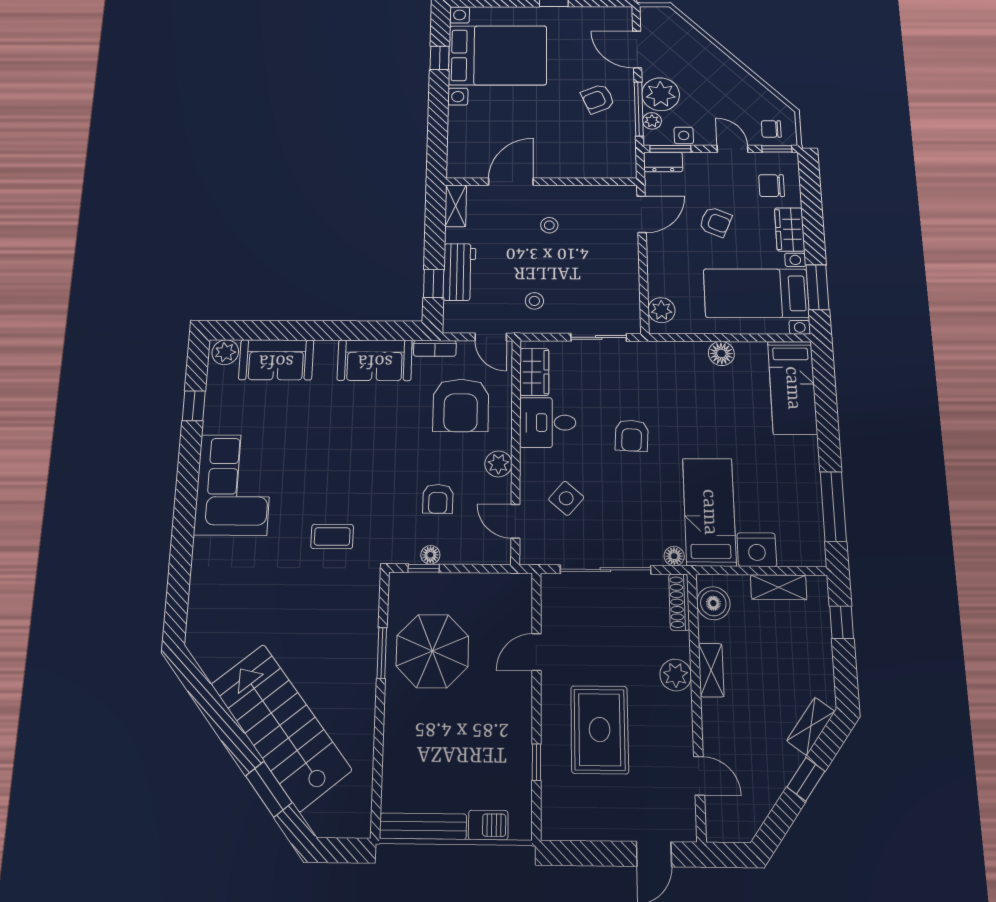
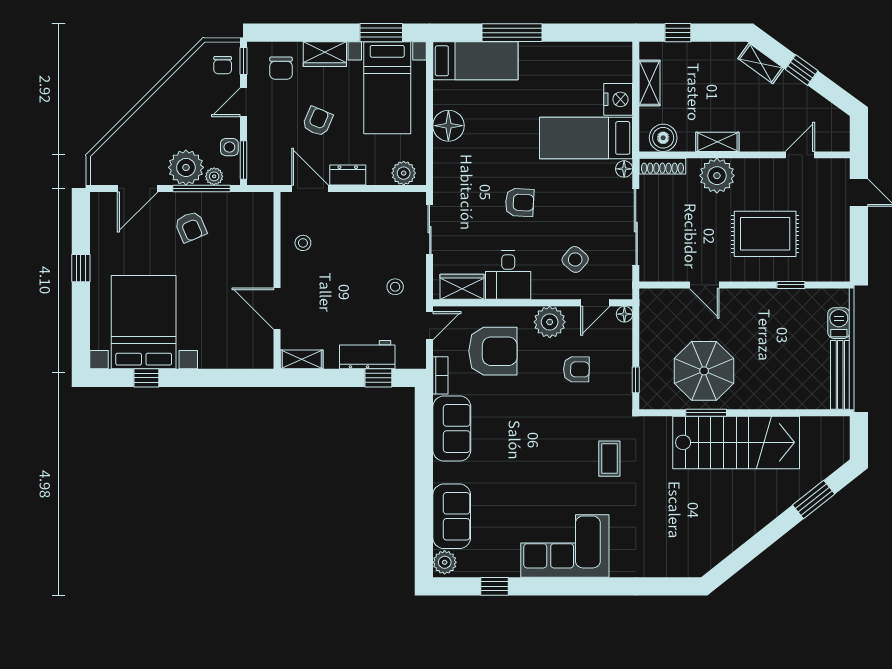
dresser: (663, 162) -> (348, 175), moved, turned -90
stool: (549, 225) -> (303, 243), moved
floor lamp: (721, 353) -> (448, 126), width x1.38, depth x1.38
plant: (498, 464) -> (550, 322), width x1.36, depth x1.36
window: (833, 506) -> (512, 33), moved
floor lamp: (430, 555) -> (624, 314), moved
plant: (676, 675) -> (717, 176), width x1.36, depth x1.36
stairs: (281, 727) -> (736, 442), moved, turned -142

